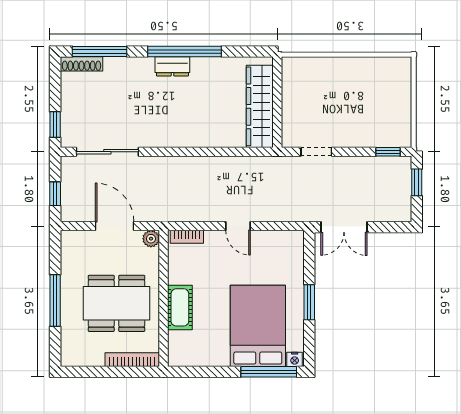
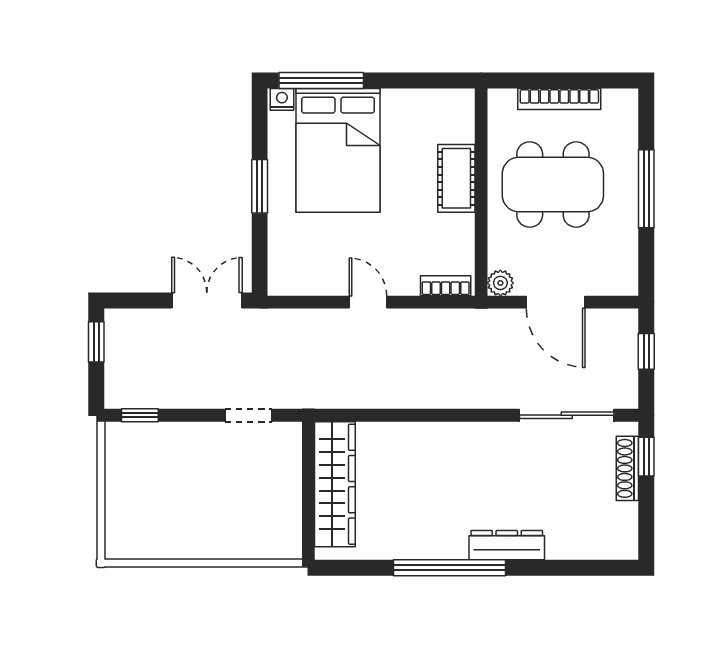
window: (99, 51) -> (579, 568), removed
shoe rack: (82, 64) -> (627, 468), moved, turned -90
dresser: (172, 66) -> (507, 545), moved, width x1.44
window: (417, 182) -> (96, 342), moved
bookcase: (132, 360) -> (559, 99), moved

